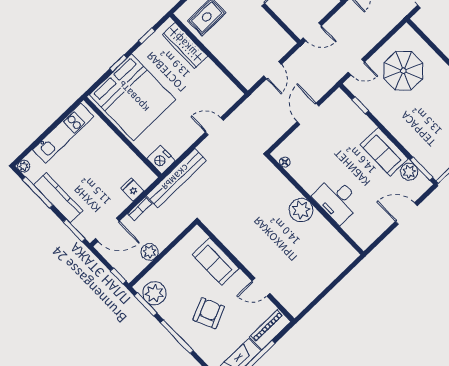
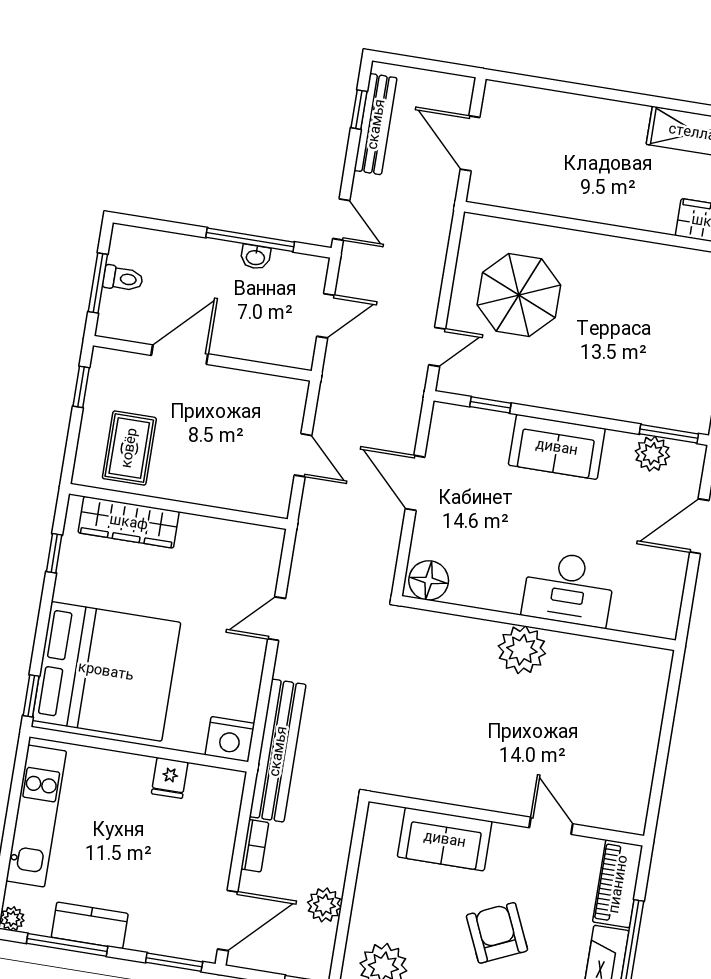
door: (312, 32) -> (326, 316), moved
window: (118, 63) -> (31, 696), moved
sofa: (384, 152) -> (557, 447), moved
floor lamp: (285, 162) -> (429, 580), width x1.89, depth x1.89
fridge: (132, 190) -> (170, 778), moved, turned -90
kitchen counter: (58, 198) -> (90, 925), width x0.67
door: (261, 287) -> (551, 826), swing flipped

